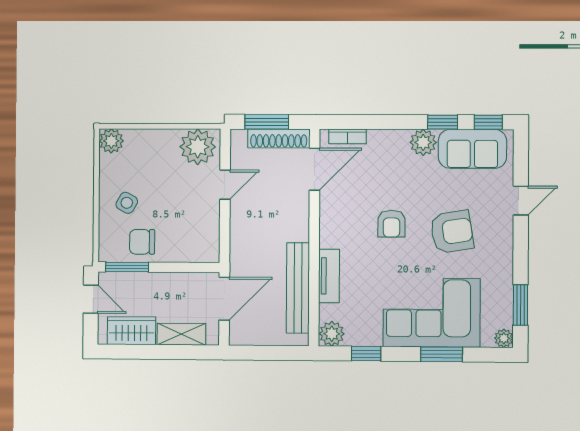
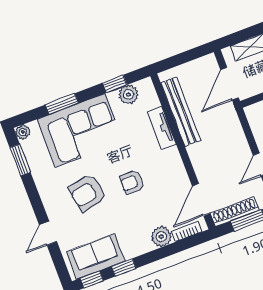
plant: (423, 142) -> (161, 237), moved
armchair: (391, 224) -> (132, 182), turned -90
plant: (332, 334) -> (128, 95), moved

